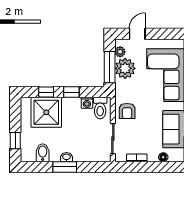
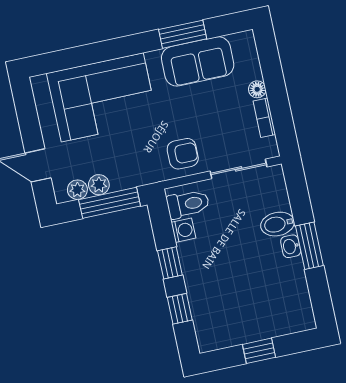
plant: (125, 68) -> (99, 185), width x0.53, depth x0.53
shower: (46, 112) -> (217, 301), removed
window: (15, 141) -> (259, 351), moved
bidet: (43, 153) -> (277, 224), moved
floor lamp: (163, 157) -> (257, 89), moved

